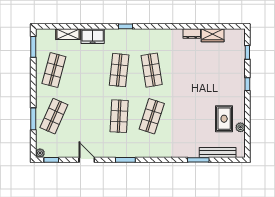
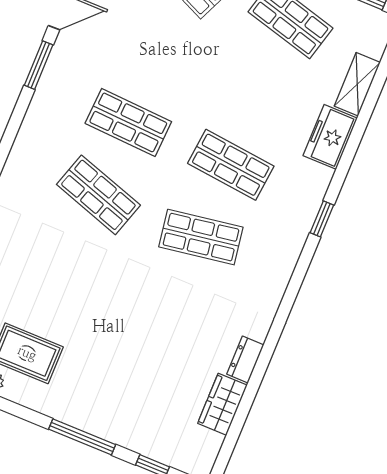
window: (247, 84) -> (82, 437), width x2.17
window: (125, 160) -> (39, 65), moved

